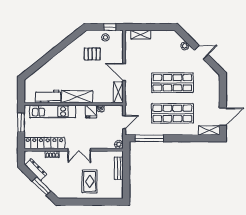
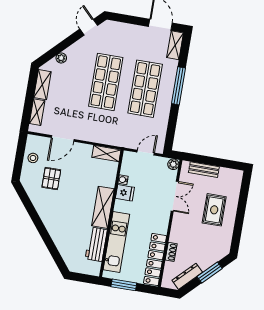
window: (110, 27) -> (21, 150), removed
shelving: (162, 35) -> (42, 85), added
door: (201, 52) -> (89, 27), moved
door: (124, 72) -> (63, 138), moved
door: (124, 122) -> (146, 153), hinge flipped
window: (149, 138) -> (179, 86), moved
double door: (79, 150) -> (175, 196), moved
rug: (90, 181) -> (214, 210), turned 90

